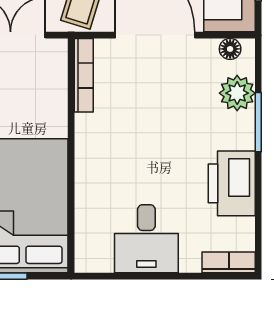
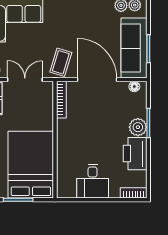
plant: (237, 93) -> (138, 127), moved

